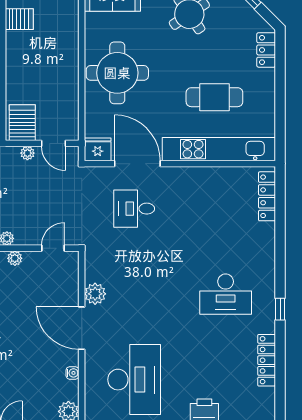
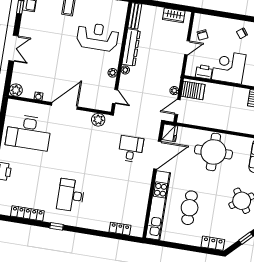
locker: (267, 196) -> (120, 229), width x0.66
plant: (95, 294) -> (98, 120), moved

